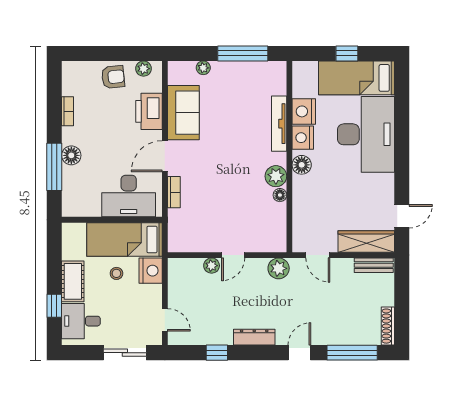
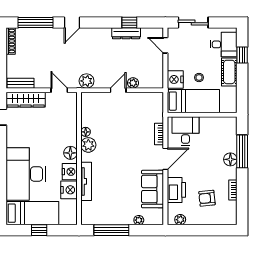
armchair: (113, 77) -> (207, 198), moved
desk: (129, 196) -> (185, 131), width x0.73
dresser: (254, 337) -> (126, 33), moved

